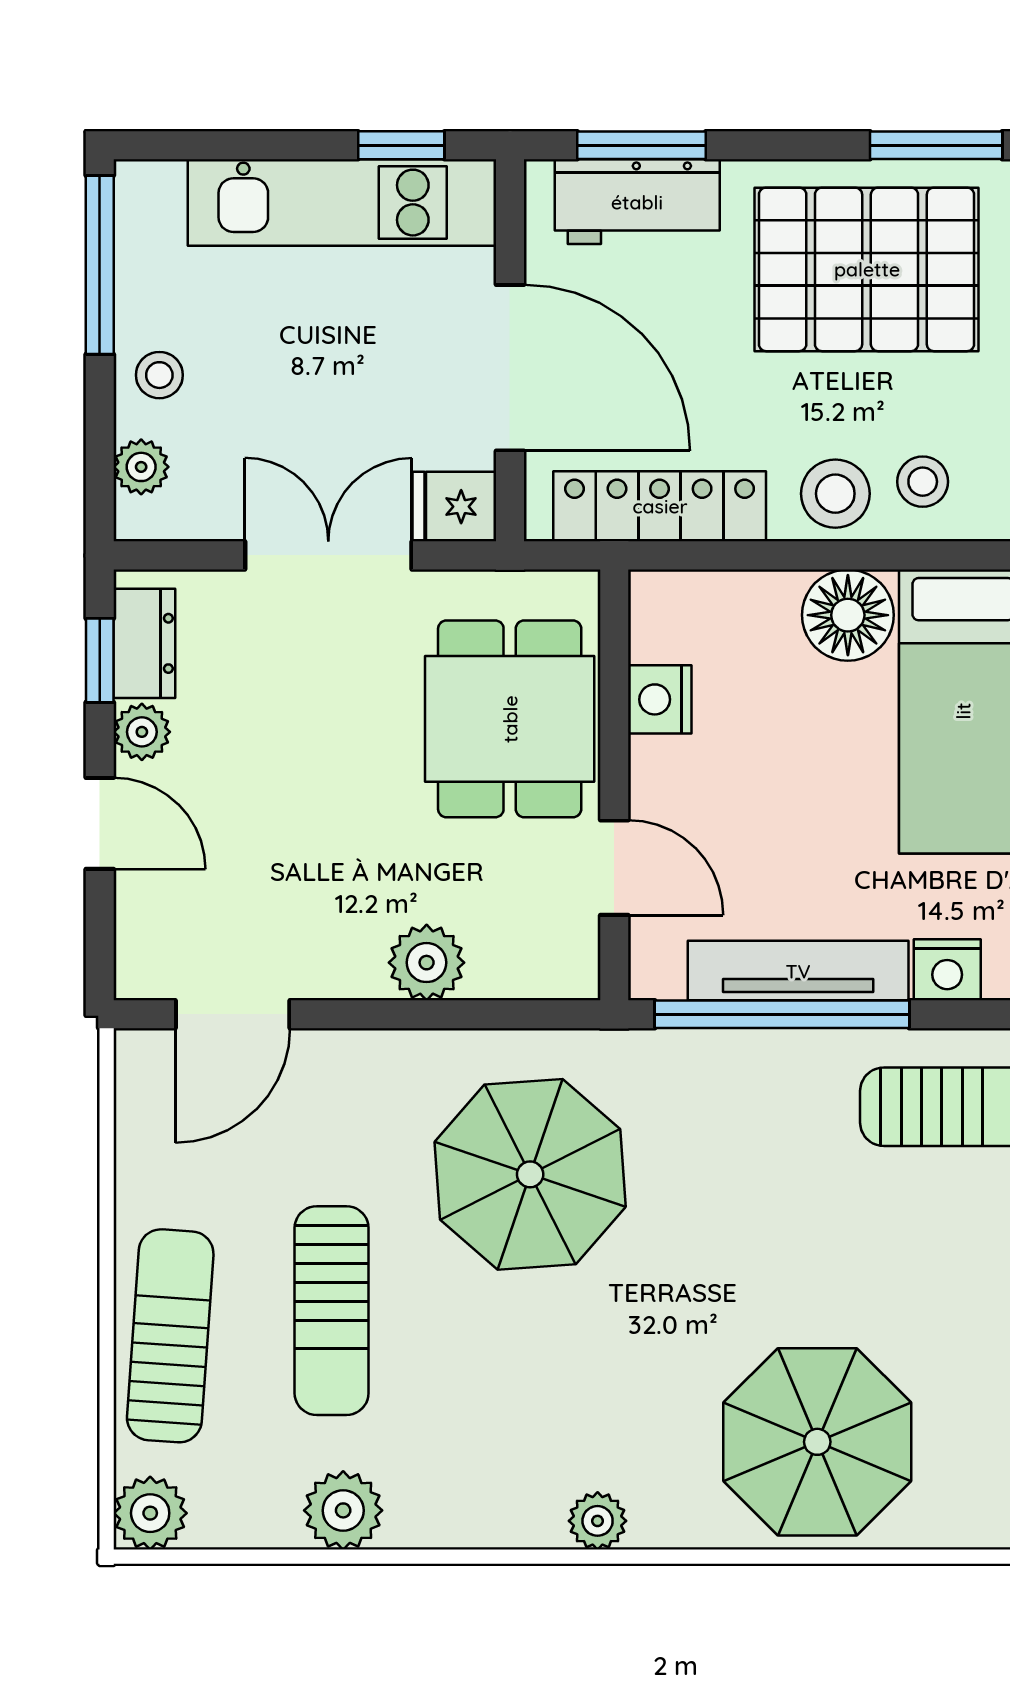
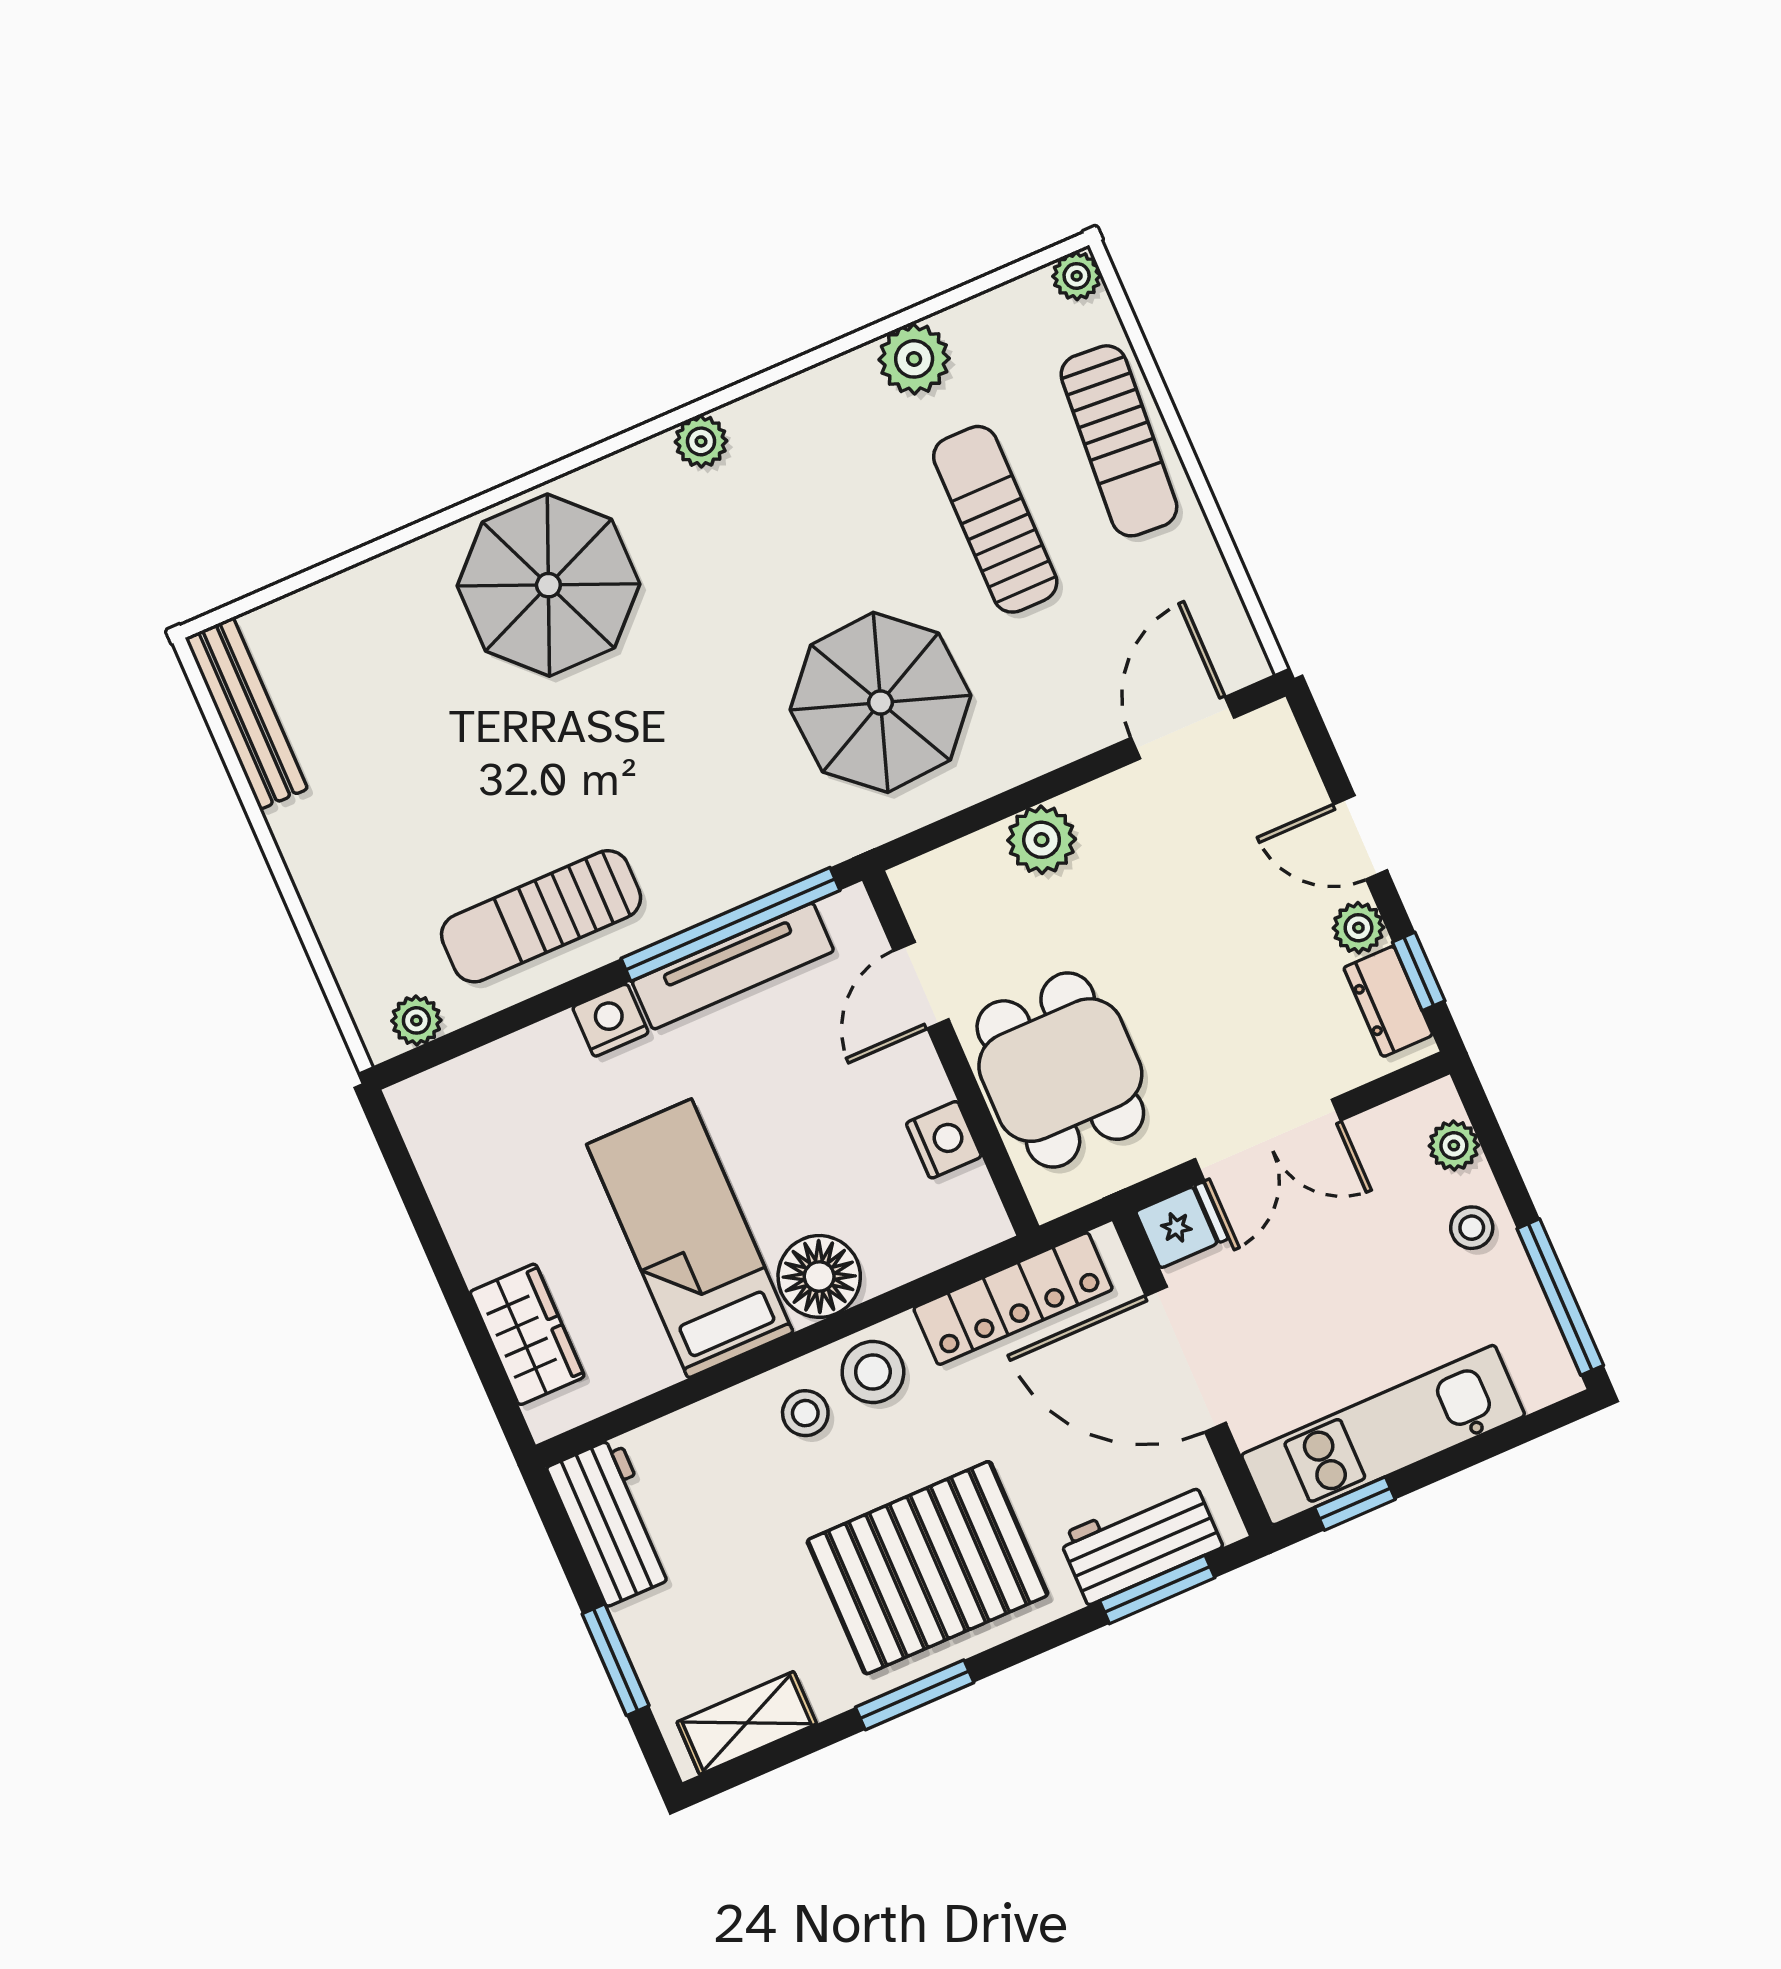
door: (614, 868) -> (921, 985), hinge flipped
plant: (150, 1513) -> (1077, 276), width x0.73, depth x0.73

